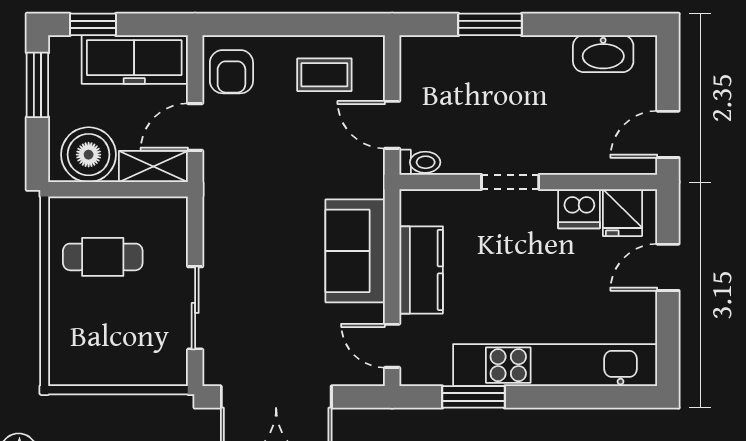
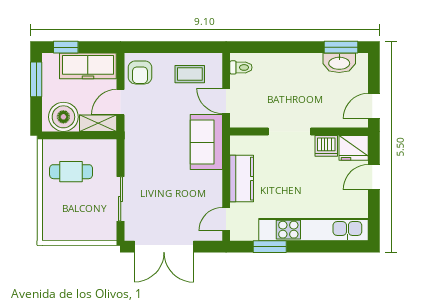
window: (490, 24) -> (341, 47), moved
toilet: (420, 162) -> (241, 67), moved
doorway: (510, 182) -> (289, 132), width x1.38
fridge: (622, 213) -> (354, 148), width x1.38
sofa: (355, 251) -> (206, 142), moved
door: (392, 346) -> (226, 219), hinge flipped

